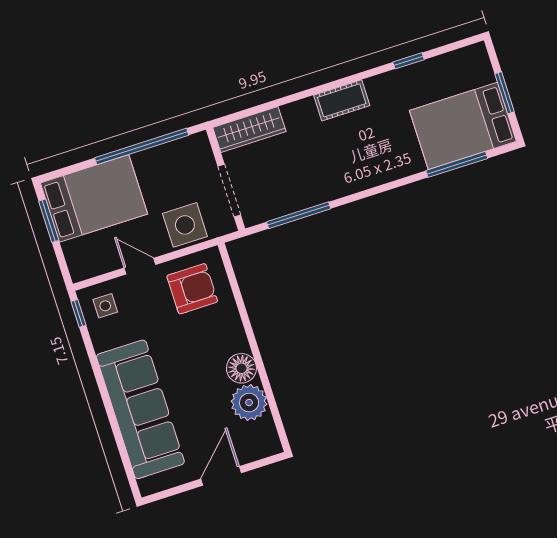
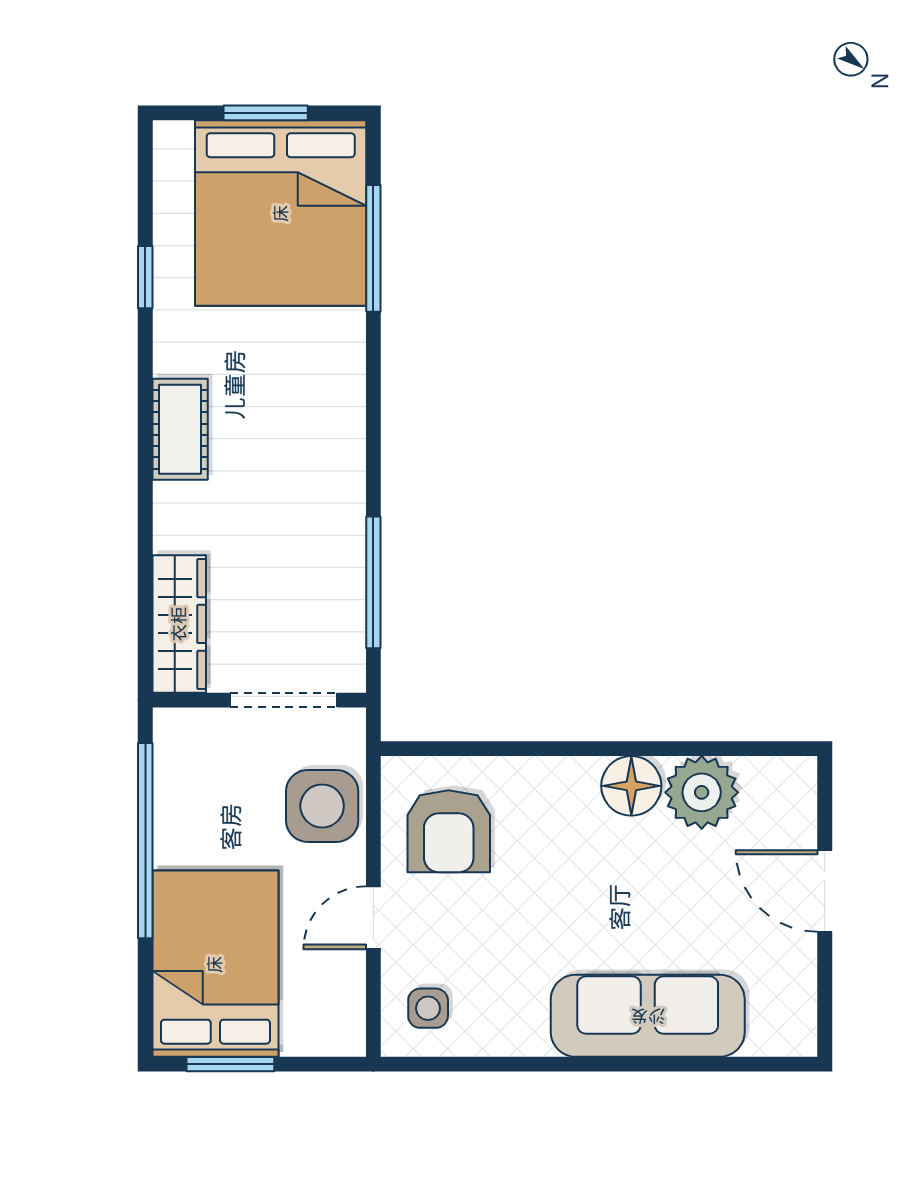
bed: (463, 126) -> (281, 213), width x1.36
armchair: (192, 289) -> (449, 831), turned 180
window: (78, 313) -> (426, 1064), removed
sofa: (140, 409) -> (648, 1016), width x0.74, depth x0.79

